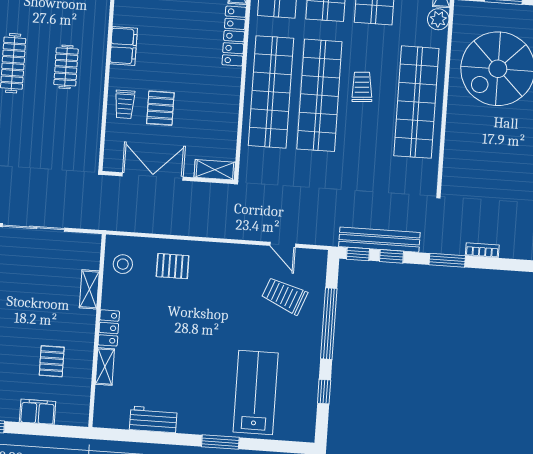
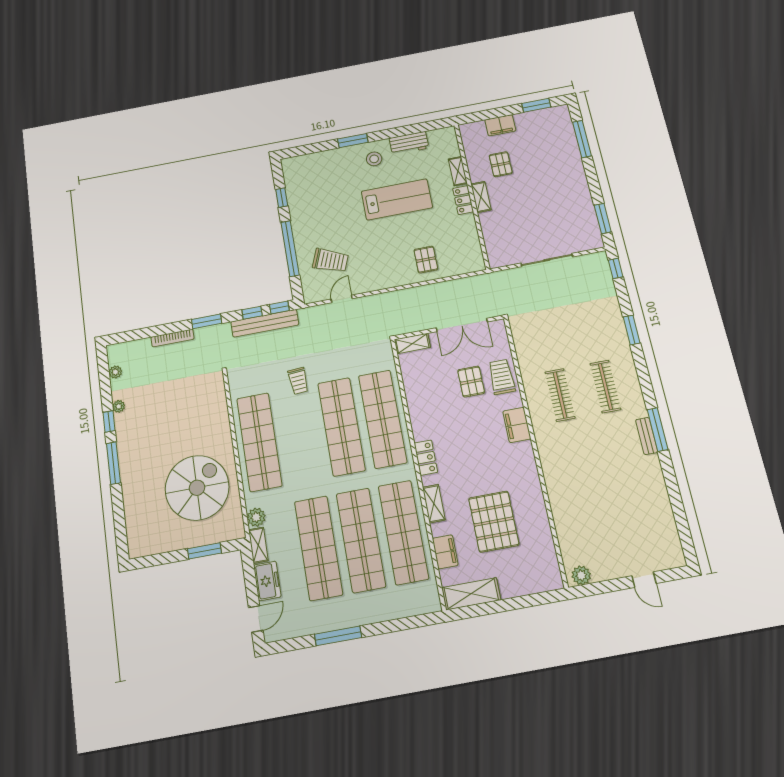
locker: (234, 36) -> (426, 458), width x0.66
clothes rail: (66, 67) -> (560, 395), width x1.36
trolley: (362, 87) -> (298, 381), moved
trolley: (125, 104) -> (502, 377), width x1.36, depth x1.39
door: (283, 245) -> (342, 299), hinge flipped
bookcase: (482, 250) -> (173, 338), width x1.56
stool: (123, 264) -> (374, 159), moved
pallet: (173, 266) -> (426, 260), turned 90
shelving: (89, 289) -> (481, 197), moved
lab bench: (256, 392) -> (397, 199), moved, turned -90

